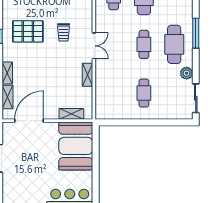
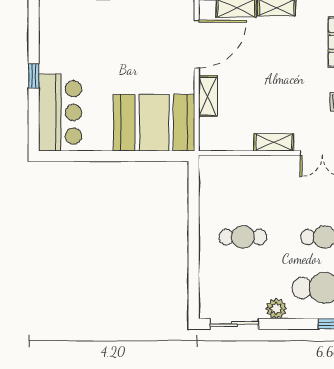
shelving: (71, 114) -> (208, 96), moved
door: (29, 121) -> (197, 44), hinge flipped

